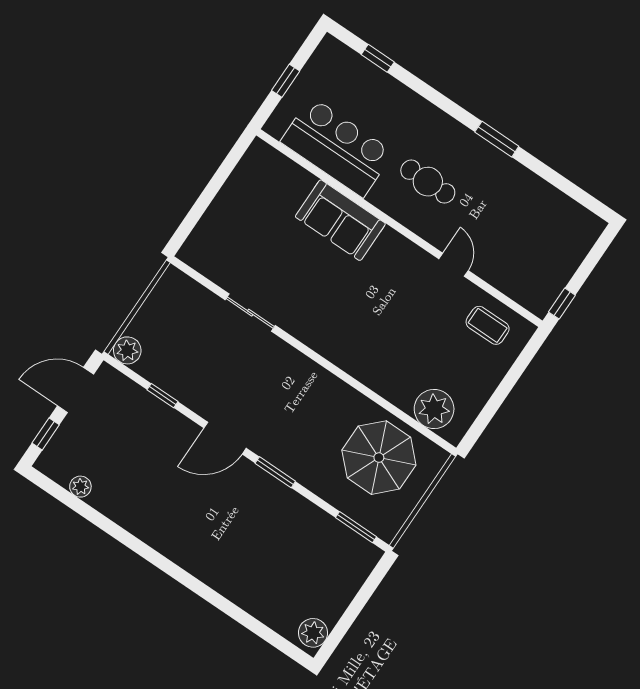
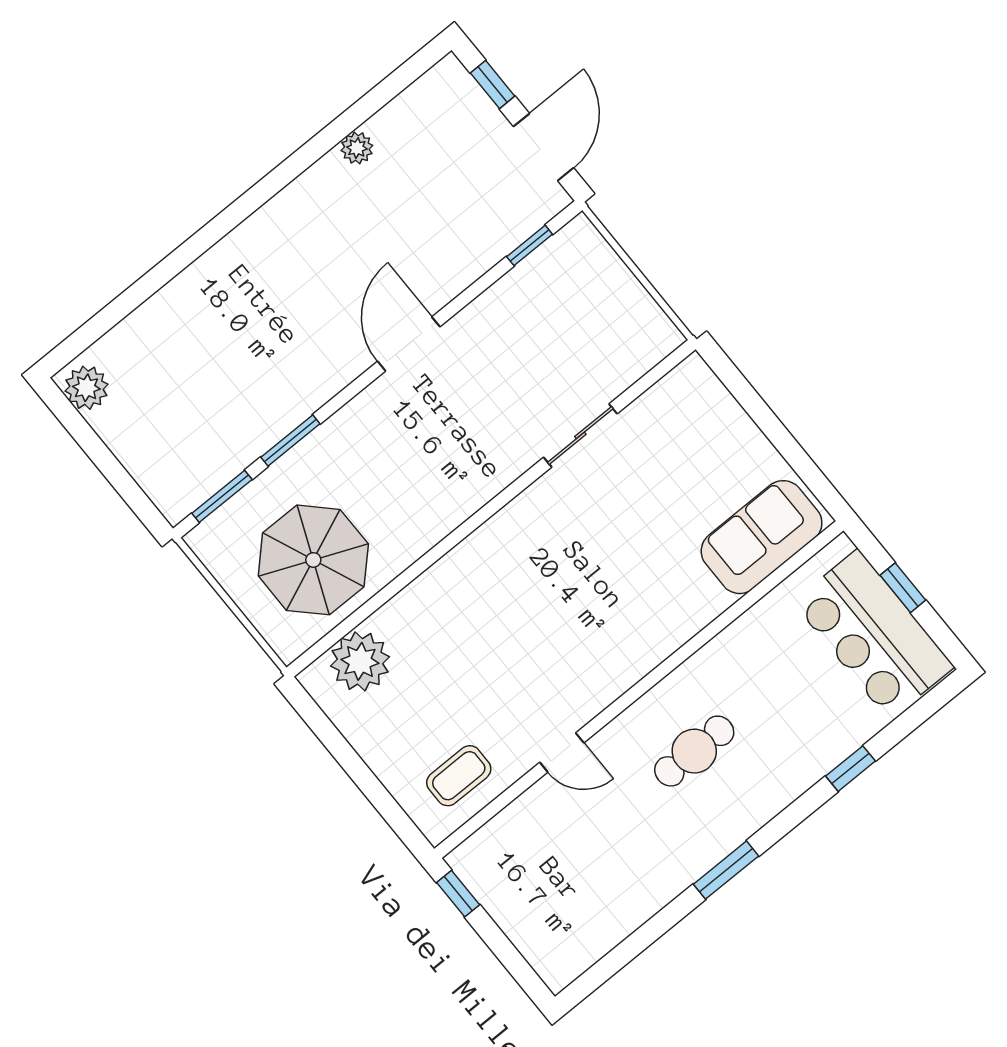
window: (378, 58) -> (851, 769), moved
bar counter: (337, 147) -> (873, 634), moved, turned 90
sofa: (340, 220) -> (762, 537), moved
plant: (127, 350) -> (579, 240), removed
window: (163, 396) -> (530, 245), moved
window: (275, 472) -> (290, 441), moved
plant: (80, 487) -> (357, 148), moved

